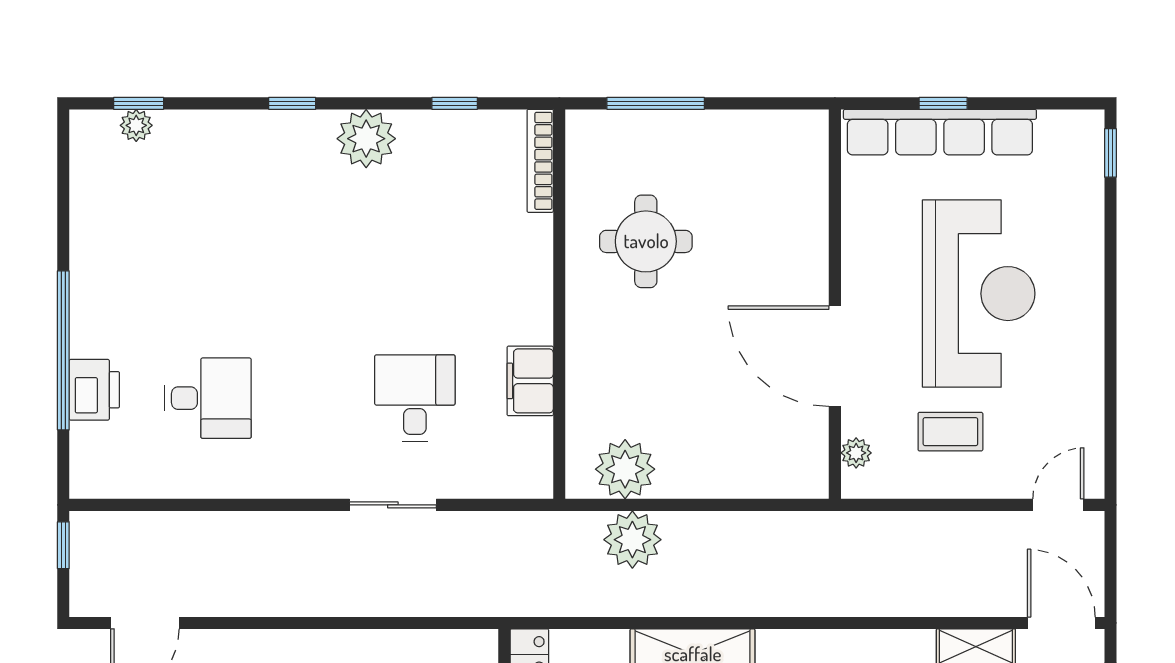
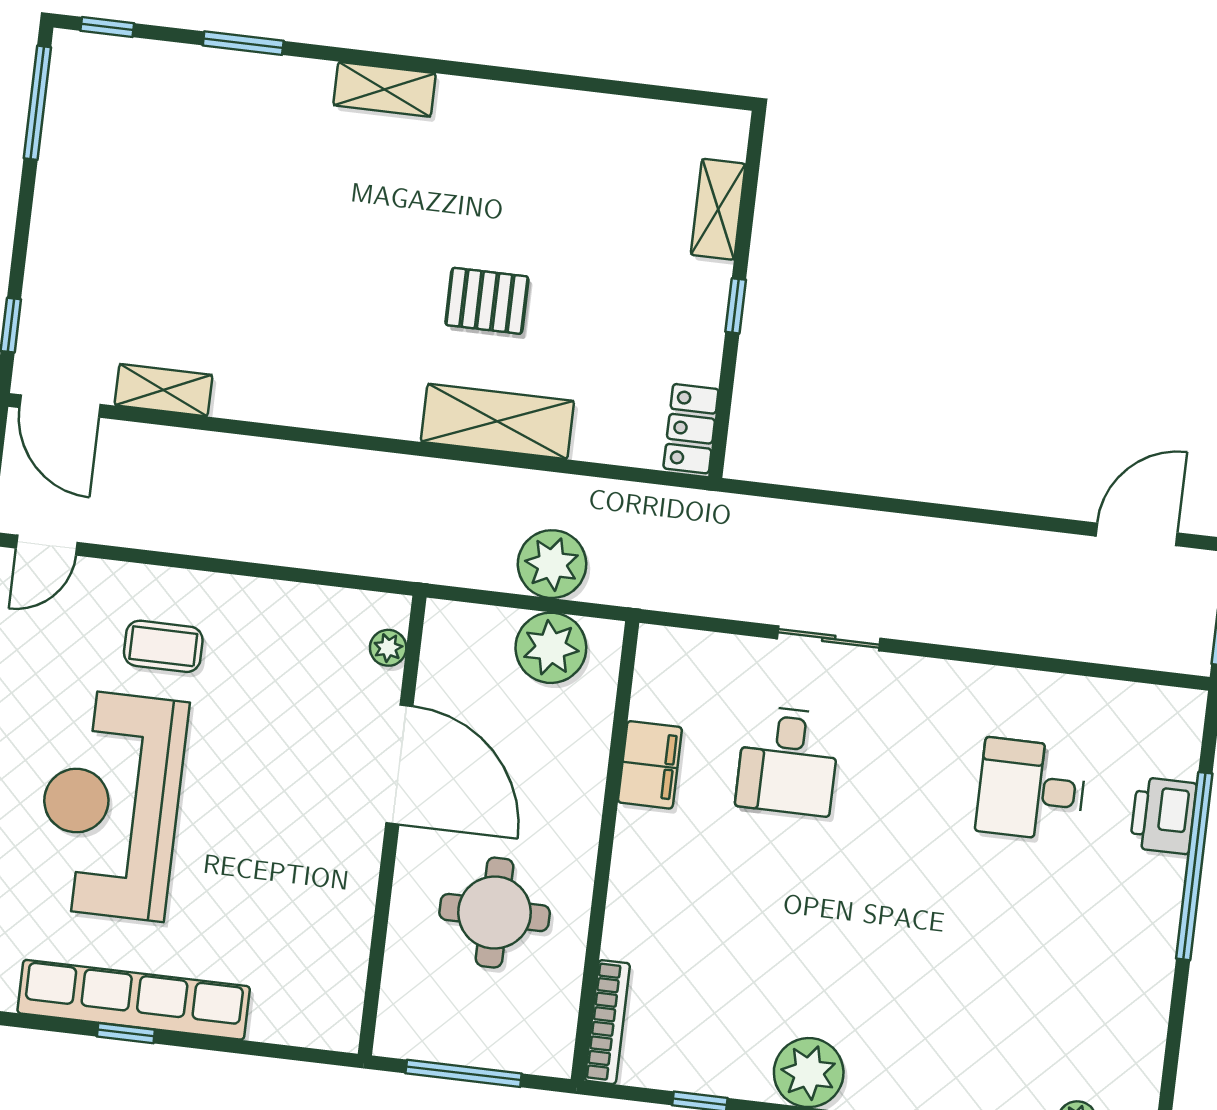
wall: (835, 304) -> (392, 826), moved
door: (835, 356) -> (399, 764), moved
plant: (856, 453) -> (388, 648), moved

